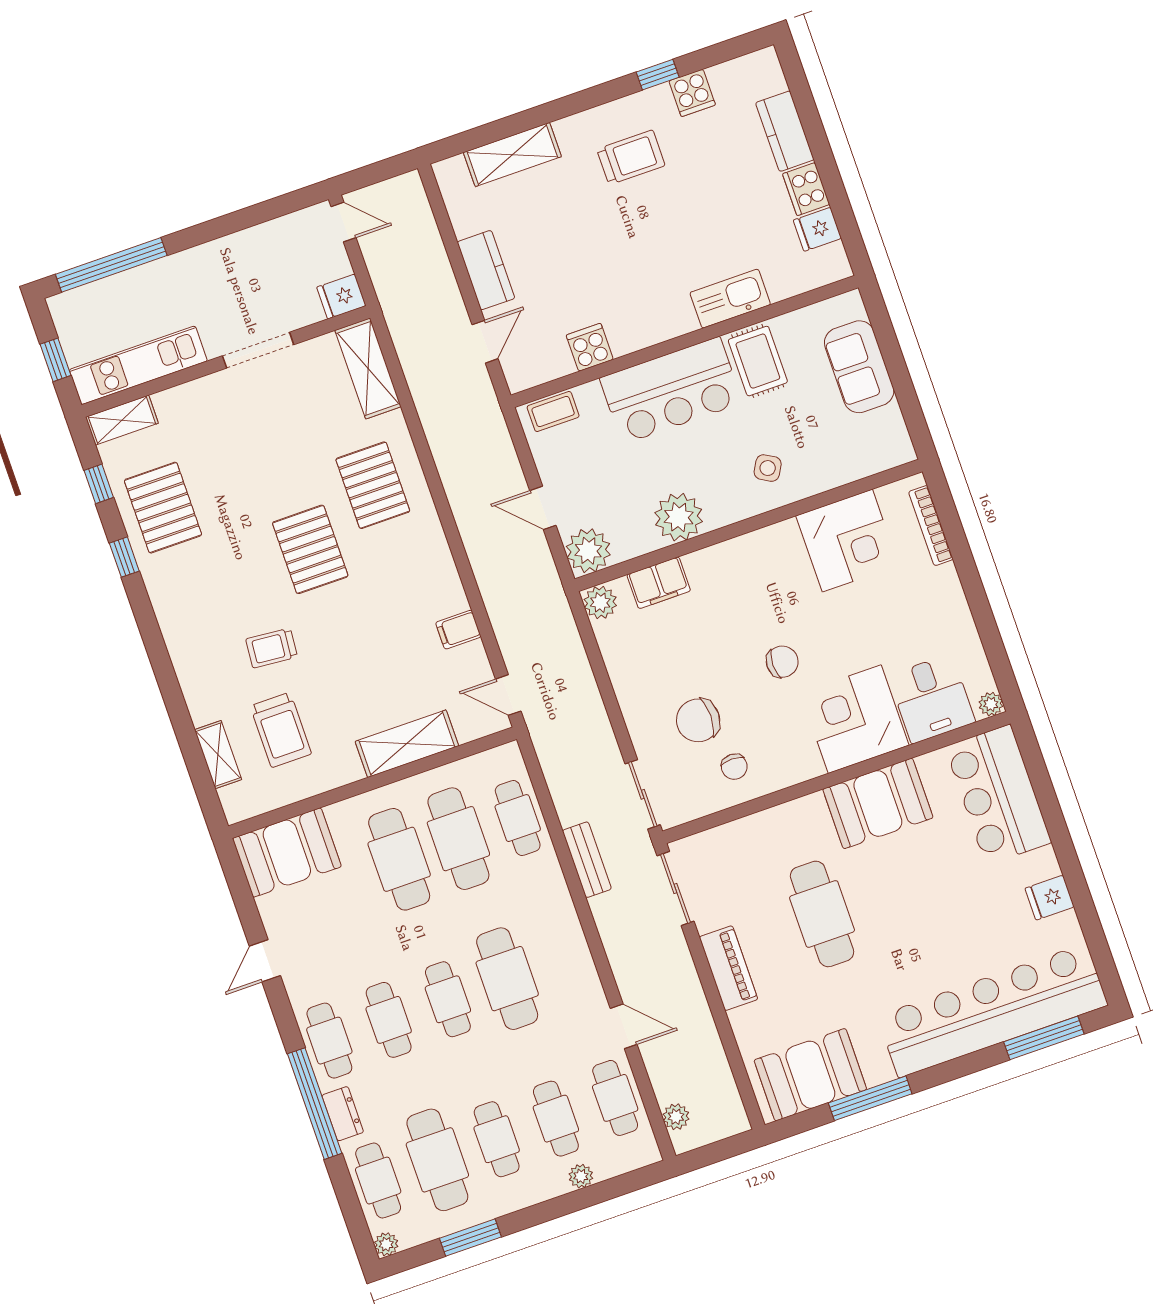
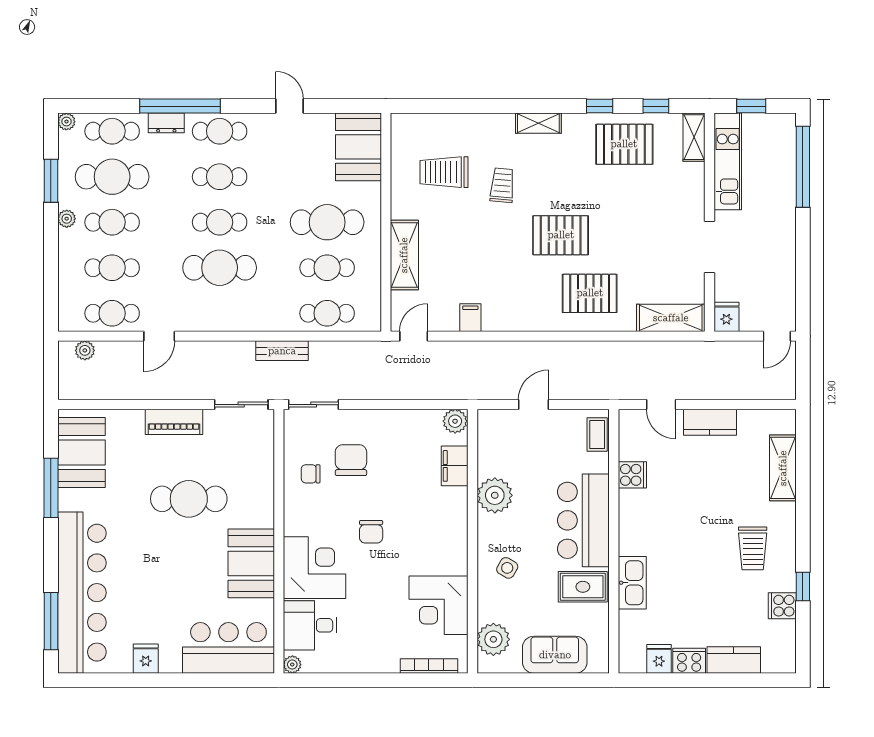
plant: (588, 551) -> (493, 639), moved
shelving: (218, 755) -> (538, 123), moved
cafe table: (458, 839) -> (327, 268), width x0.73, depth x0.74
plant: (581, 1176) -> (67, 219), moved

